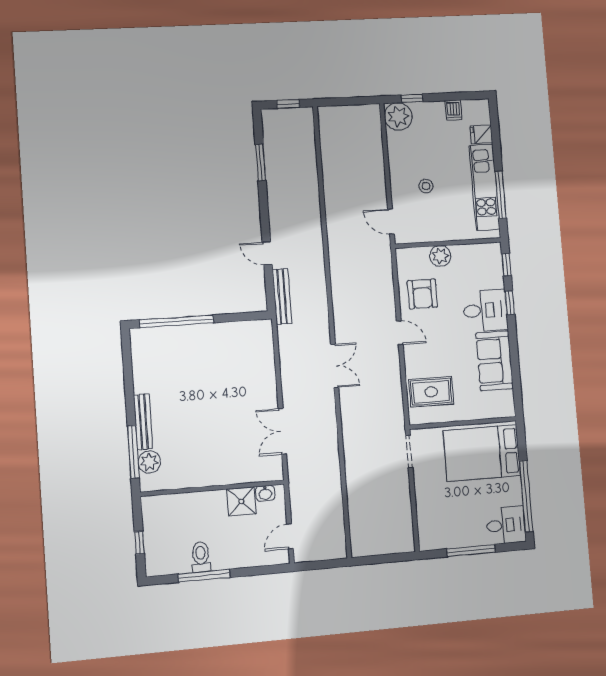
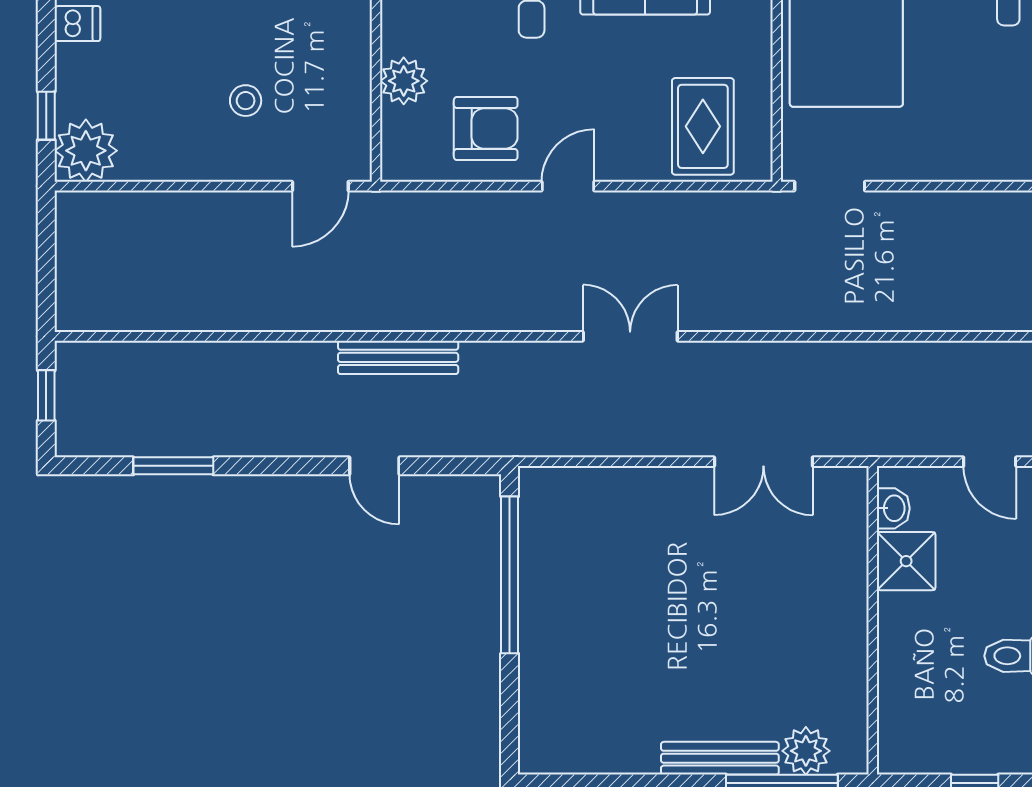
door: (267, 253) -> (374, 466), hinge flipped
bench: (282, 296) -> (398, 357), moved
window: (176, 321) -> (510, 575), moved

